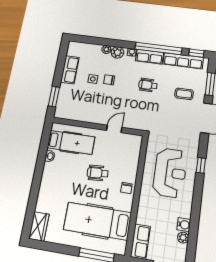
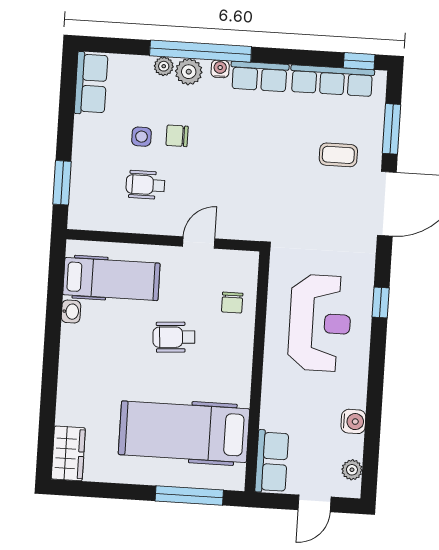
window: (158, 48) -> (201, 51), moved
row of seats: (70, 70) -> (91, 83), moved
wheelchair: (148, 85) -> (145, 185), moved
chair: (126, 188) -> (232, 303), moved
plant: (183, 238) -> (352, 470), moved

